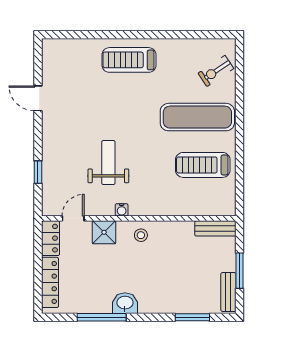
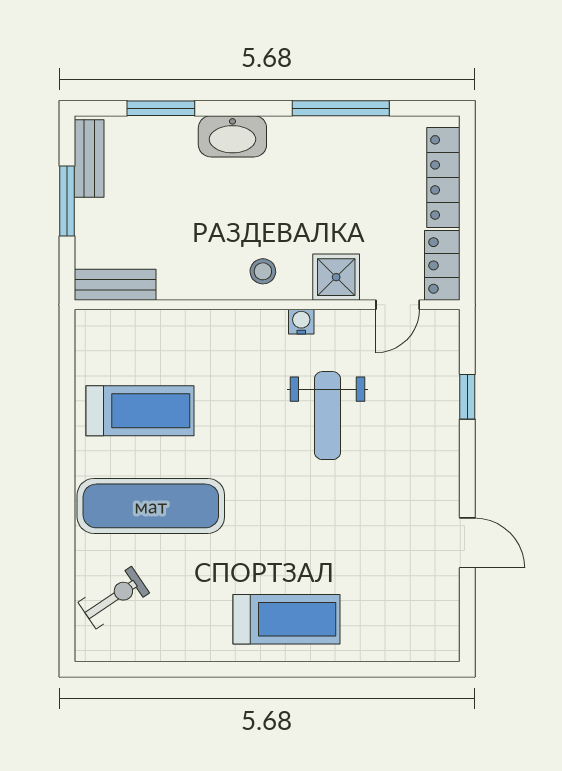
washbasin: (125, 303) -> (232, 136), moved, width x1.38

